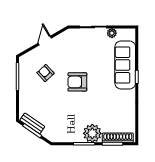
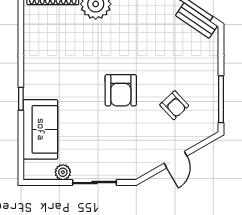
sofa: (125, 65) -> (40, 129), width x0.73
armchair: (77, 82) -> (121, 90), turned 90

